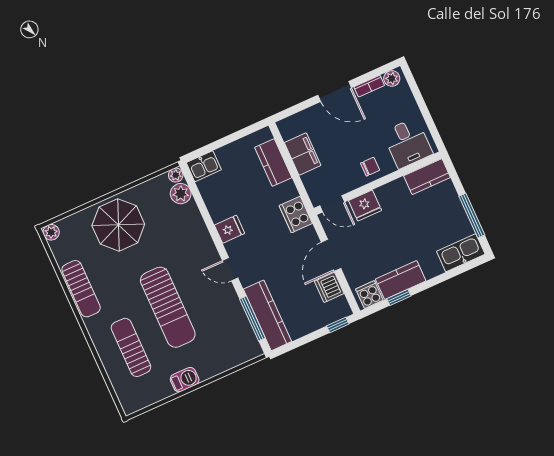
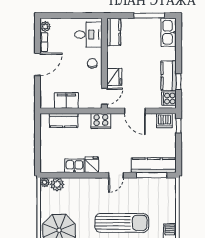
kitchen sink: (204, 166) -> (74, 166), moved, turned -90
dishwasher: (329, 287) -> (164, 121), moved

